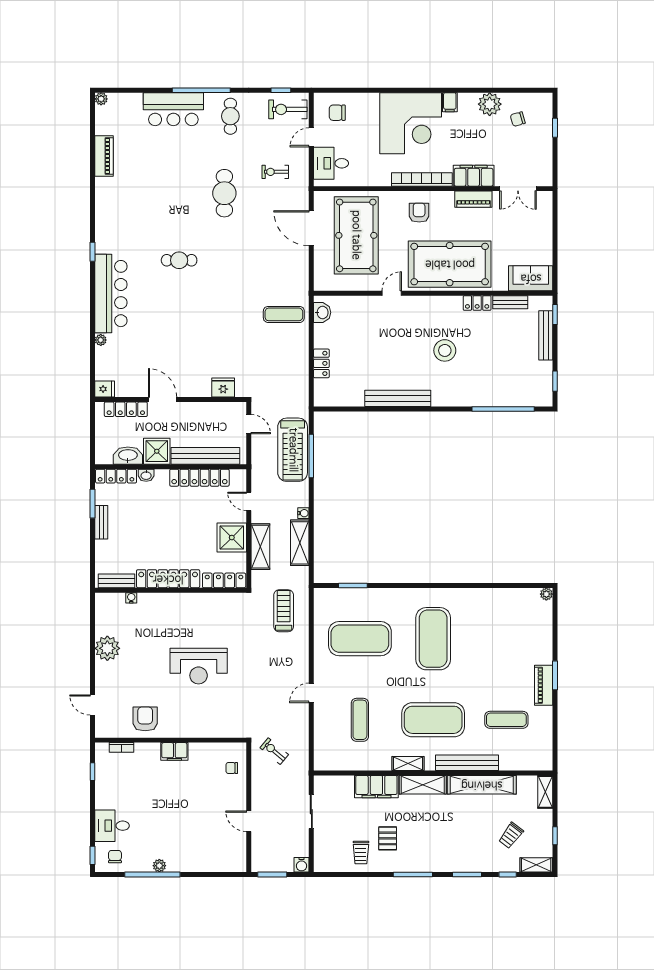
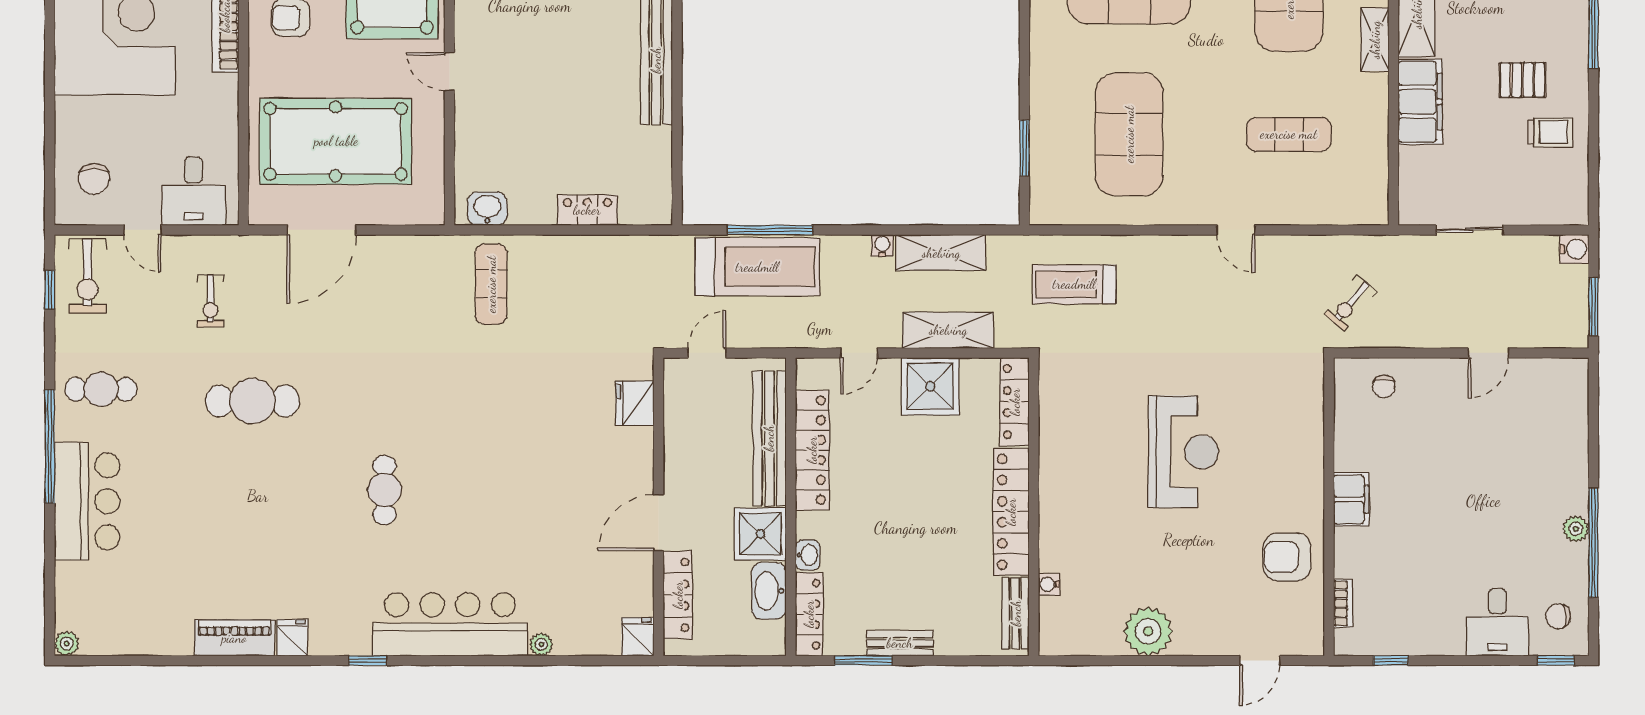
piano: (104, 156) -> (234, 638), moved
fridge: (104, 213) -> (292, 638), added

